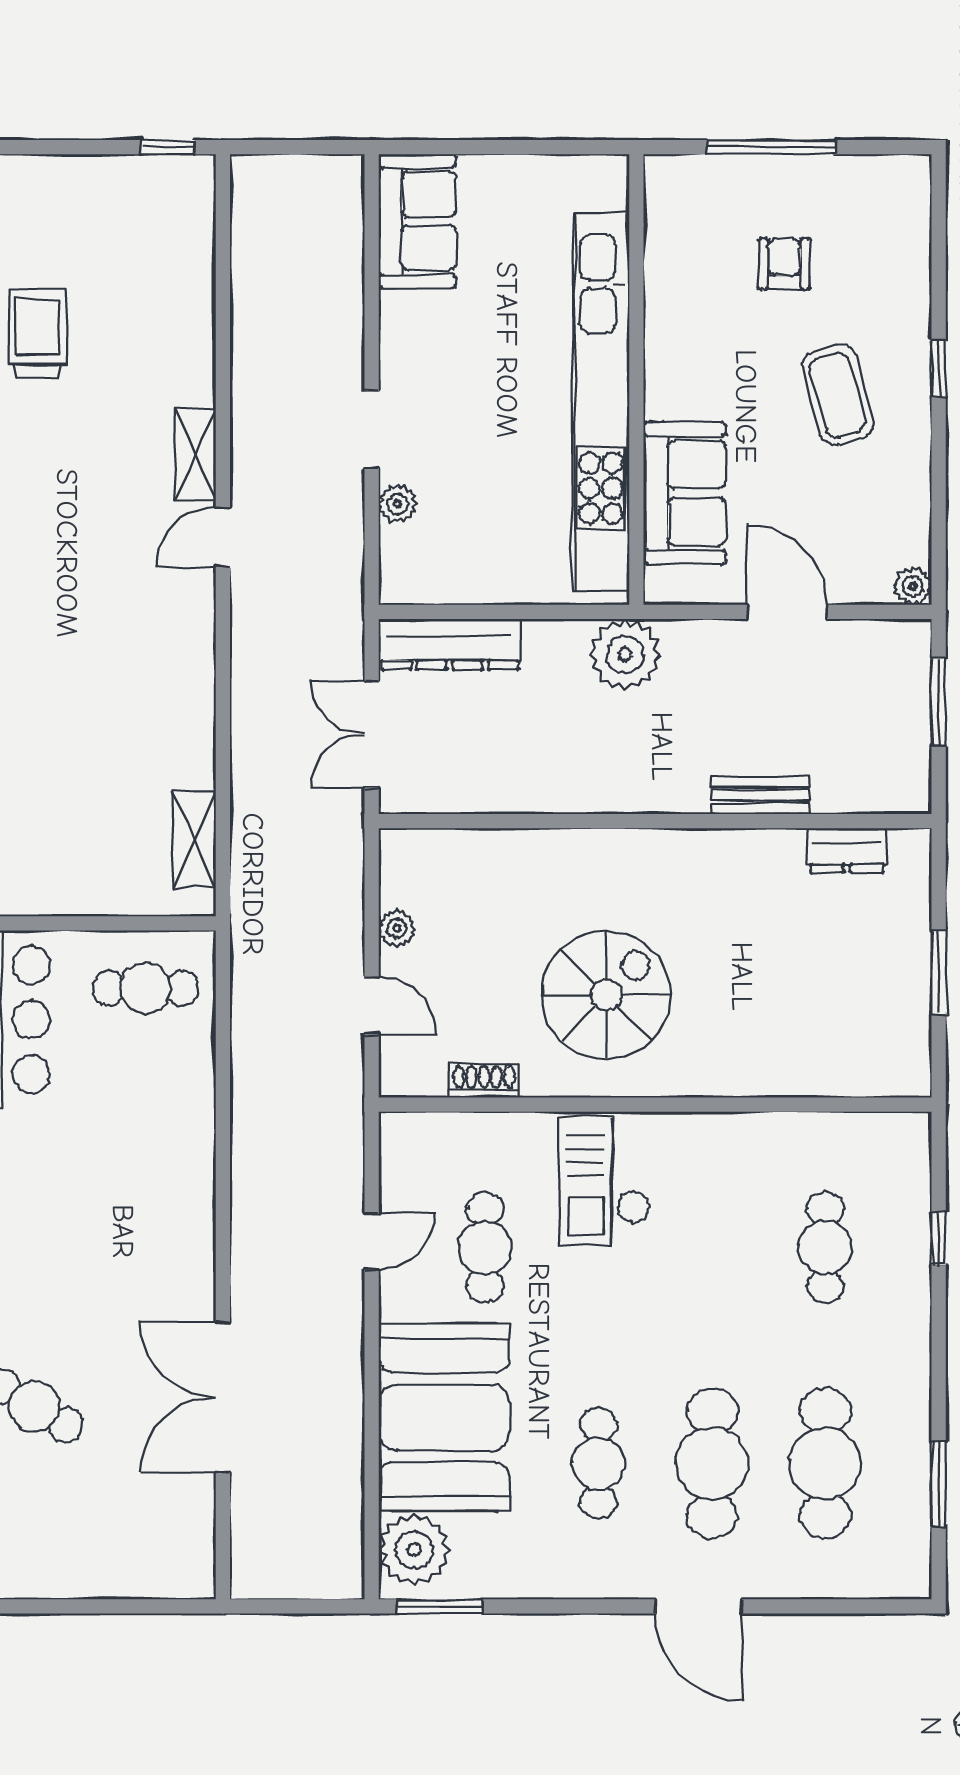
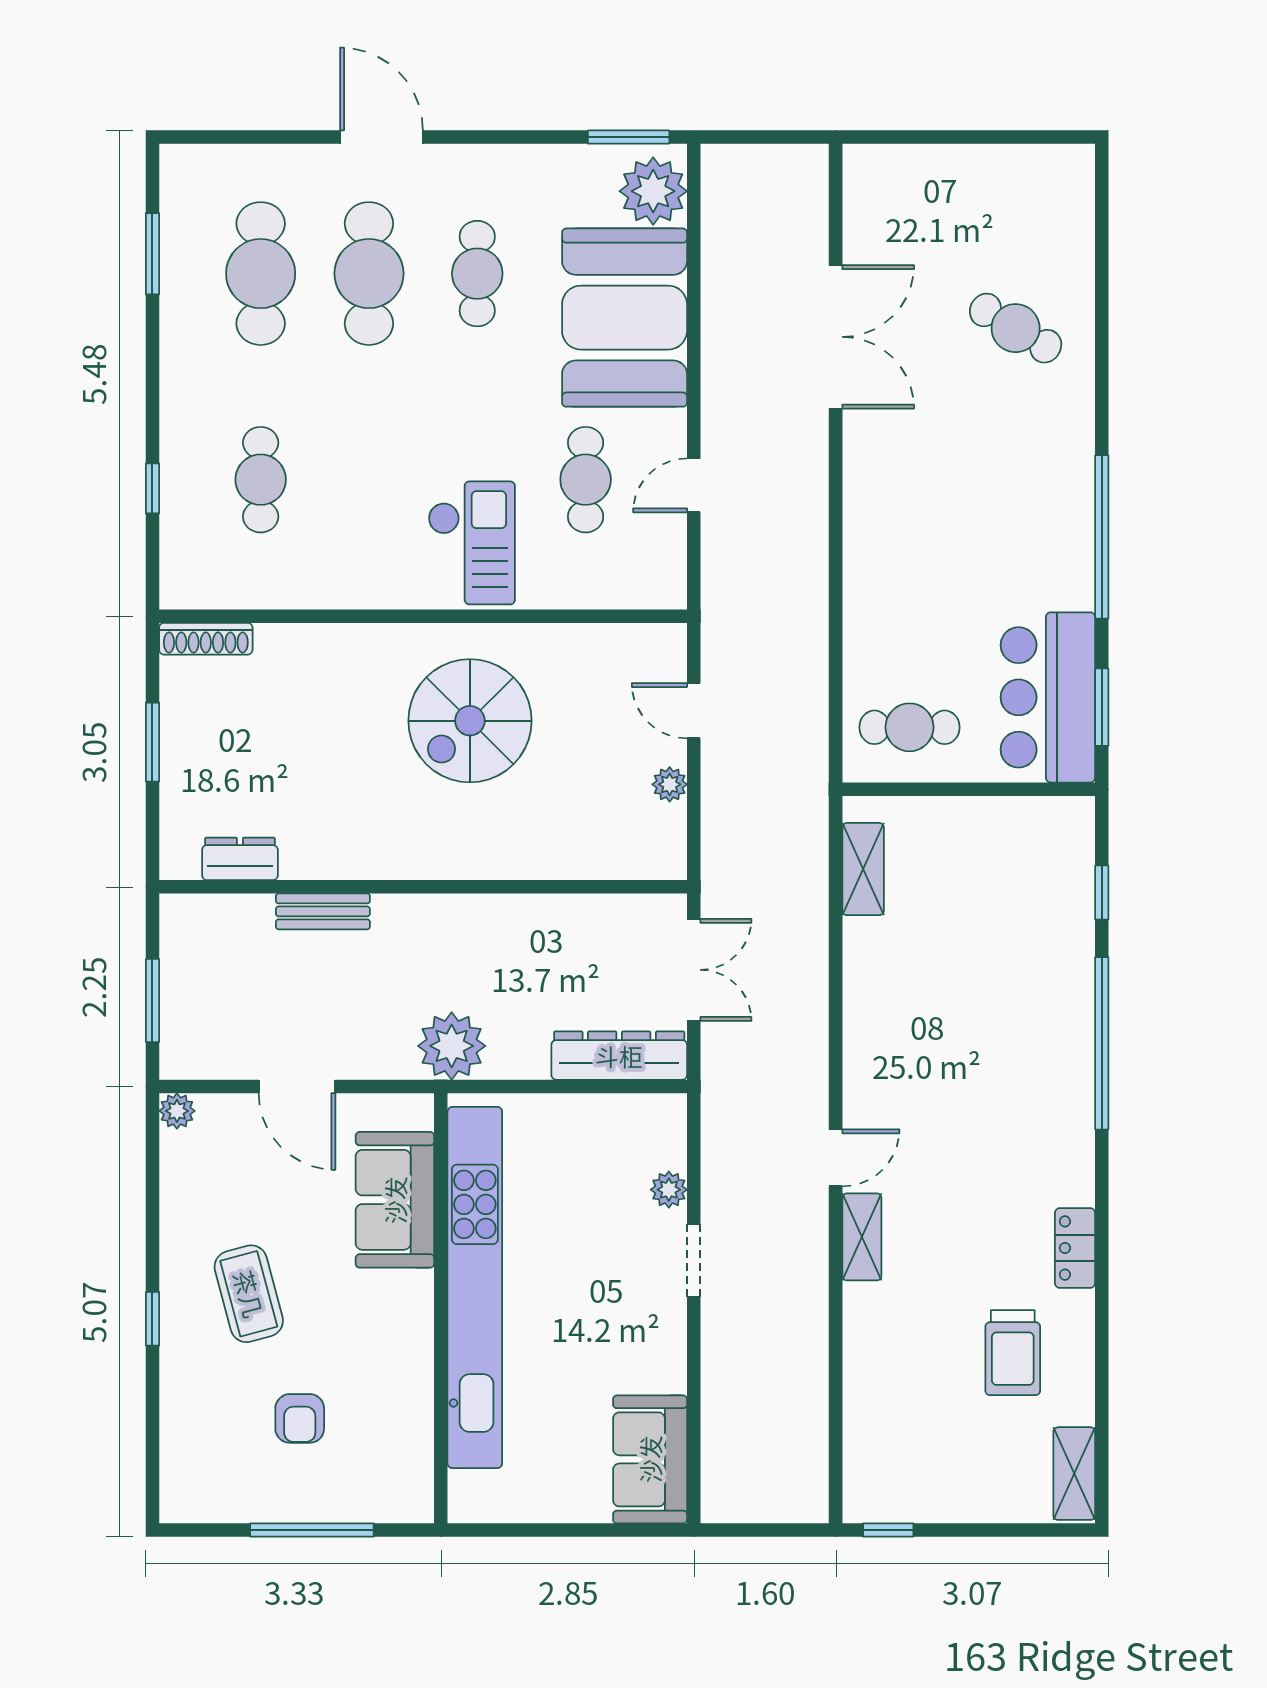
shoe rack: (484, 1081) -> (206, 639), moved, width x1.43

